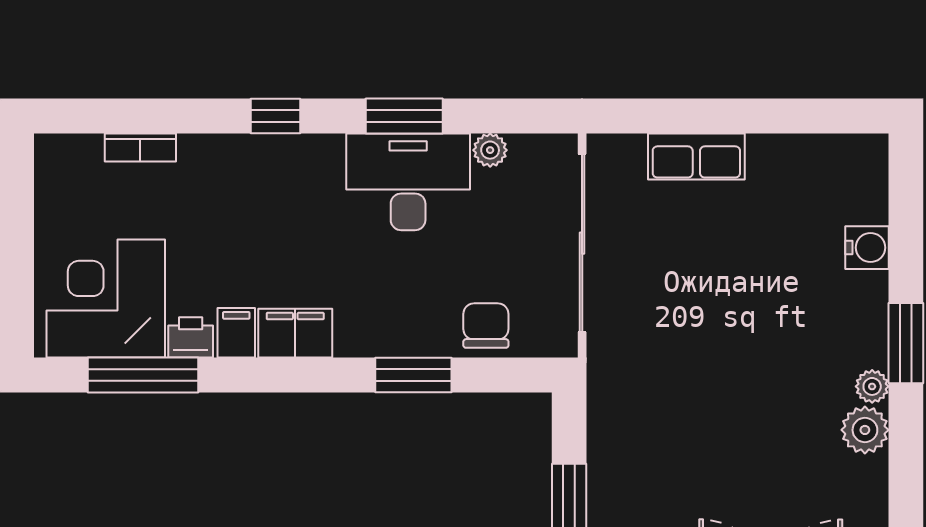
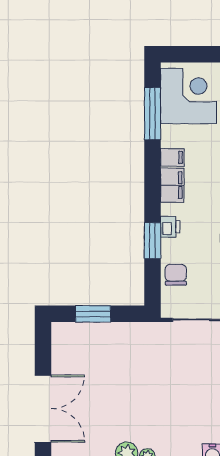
chair: (486, 326) -> (176, 275), turned -90
printer: (191, 337) -> (170, 227), moved

